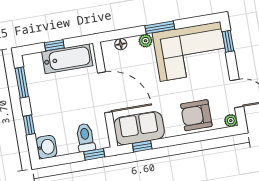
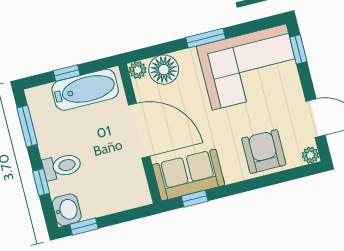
plant: (146, 41) -> (138, 70), moved
floor lamp: (121, 44) -> (164, 70), width x1.89, depth x1.89
armchair: (196, 115) -> (264, 152), turned 90
toilet: (85, 138) -> (62, 166), moved, turned 90
window: (94, 154) -> (84, 226), moved

